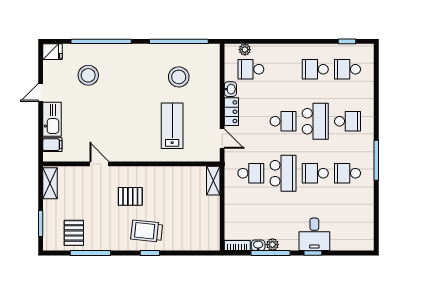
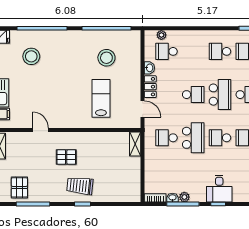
school desk: (251, 173) -> (166, 138), turned 180

